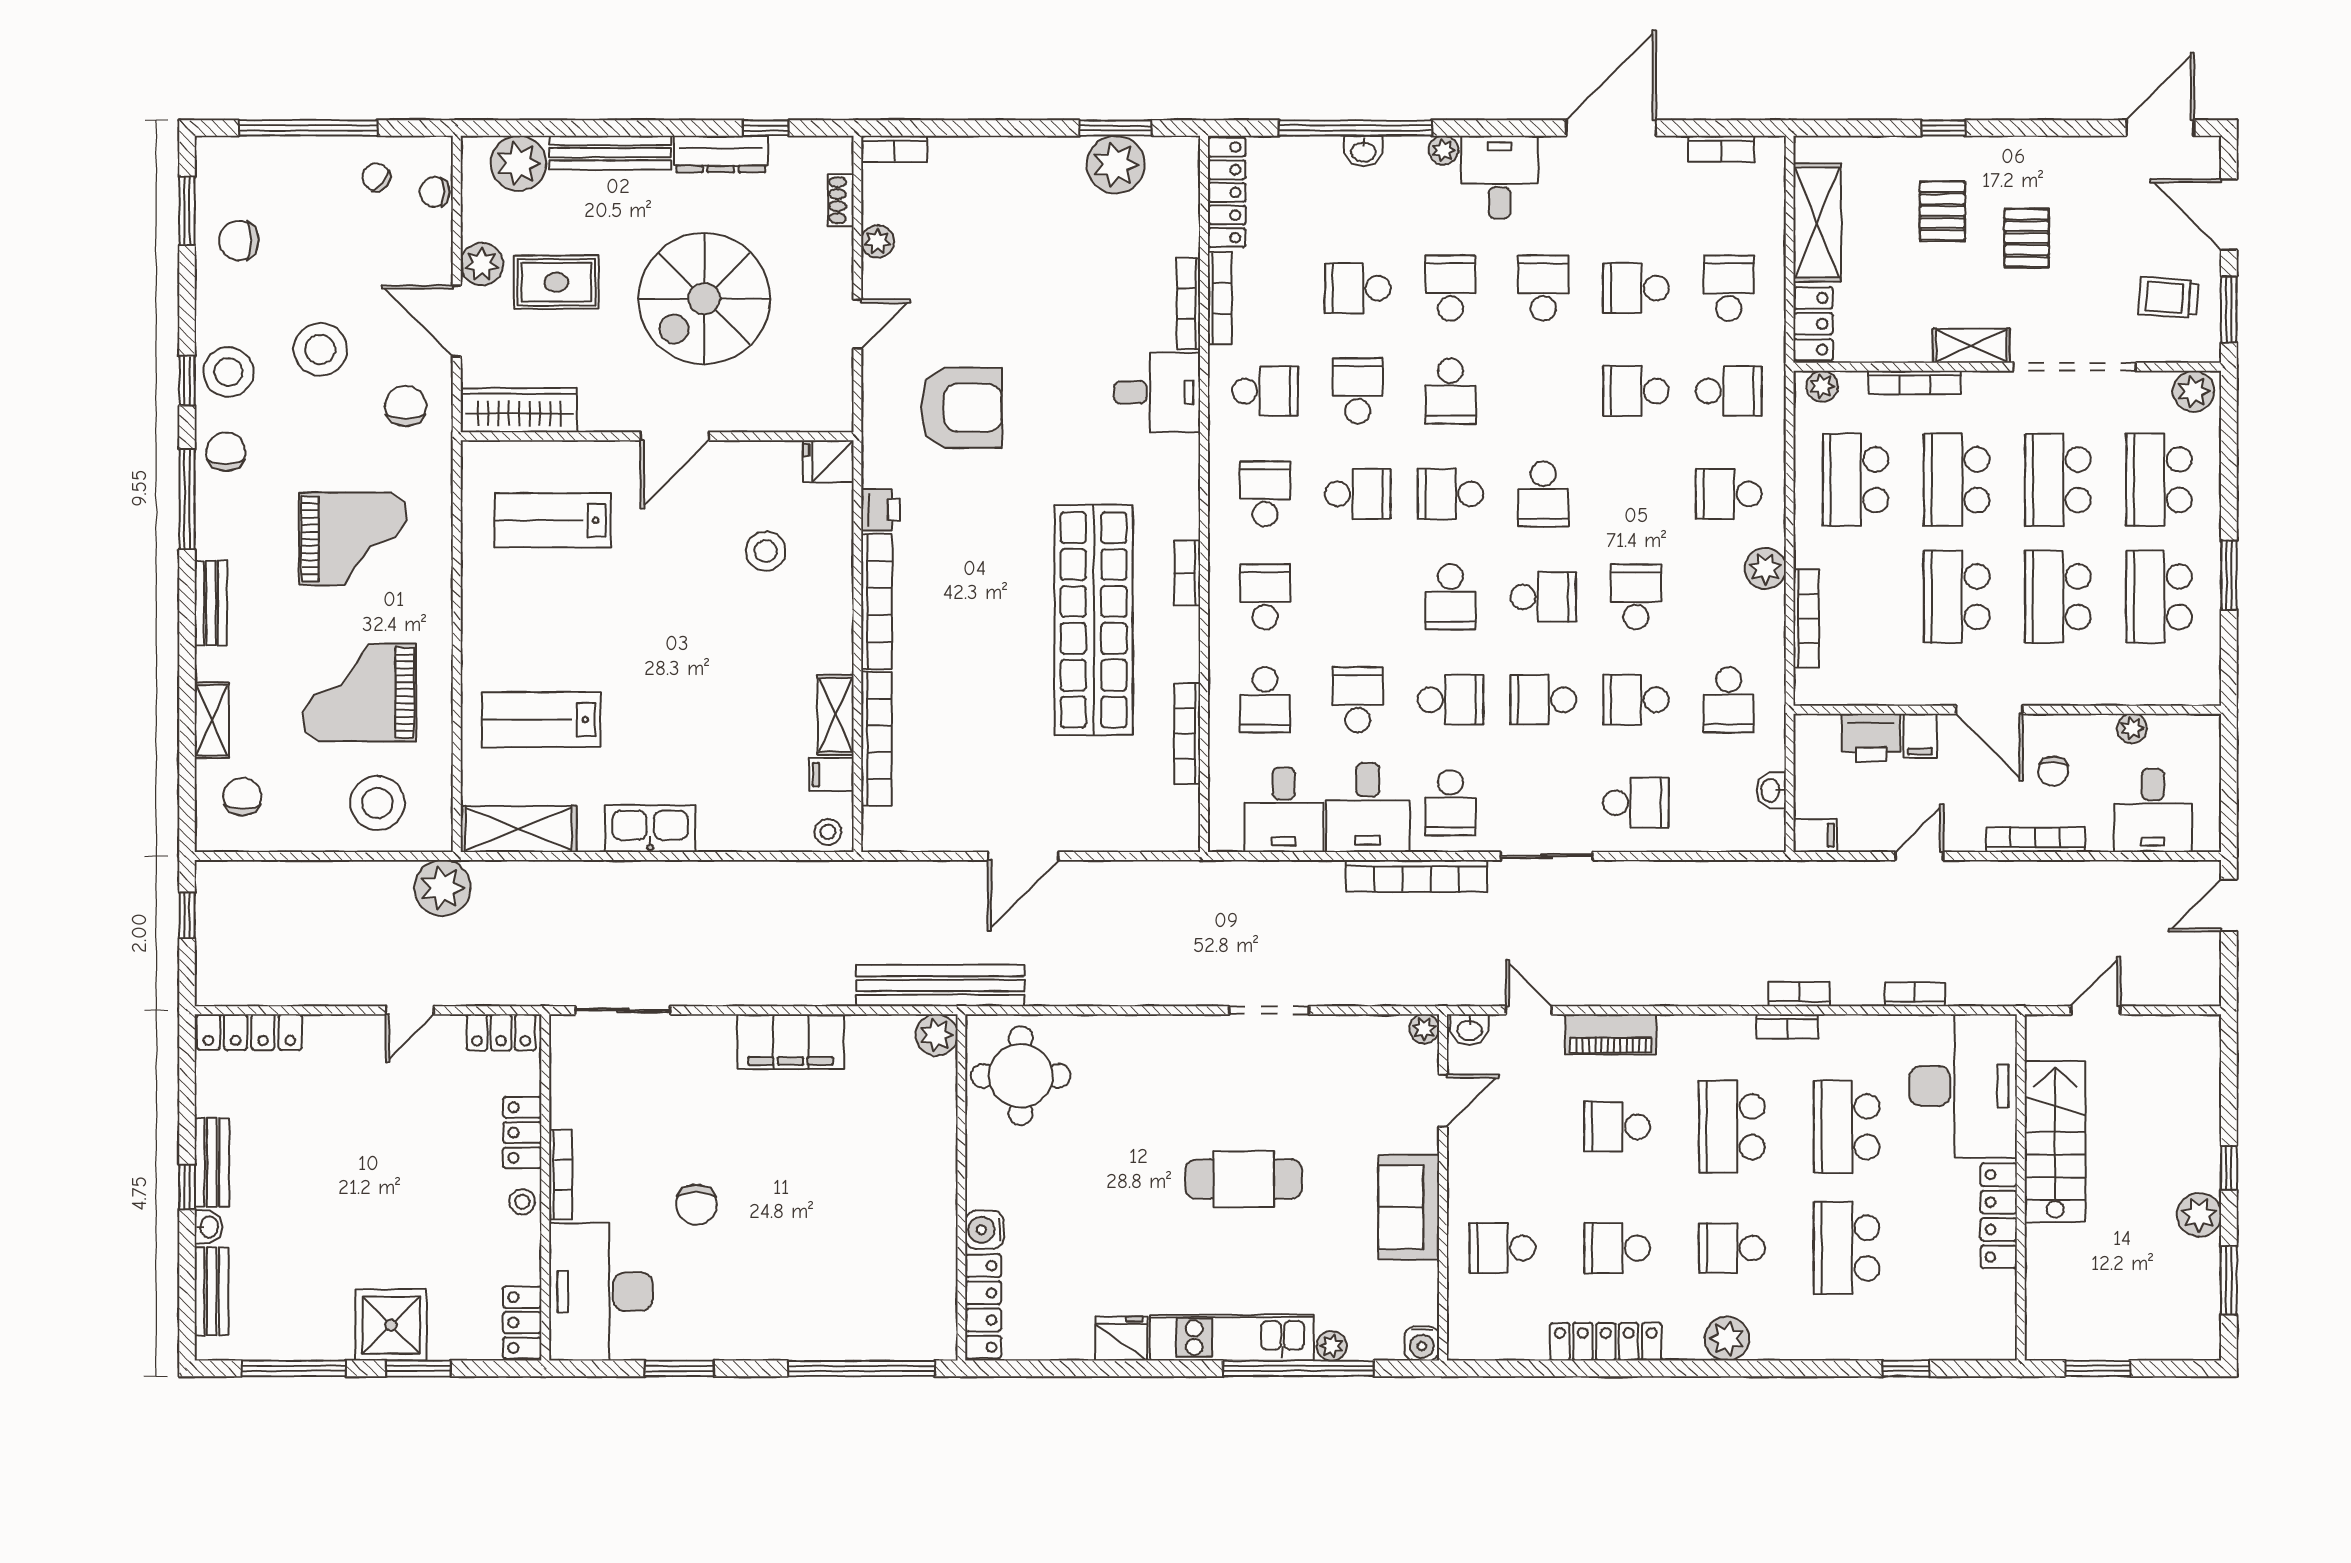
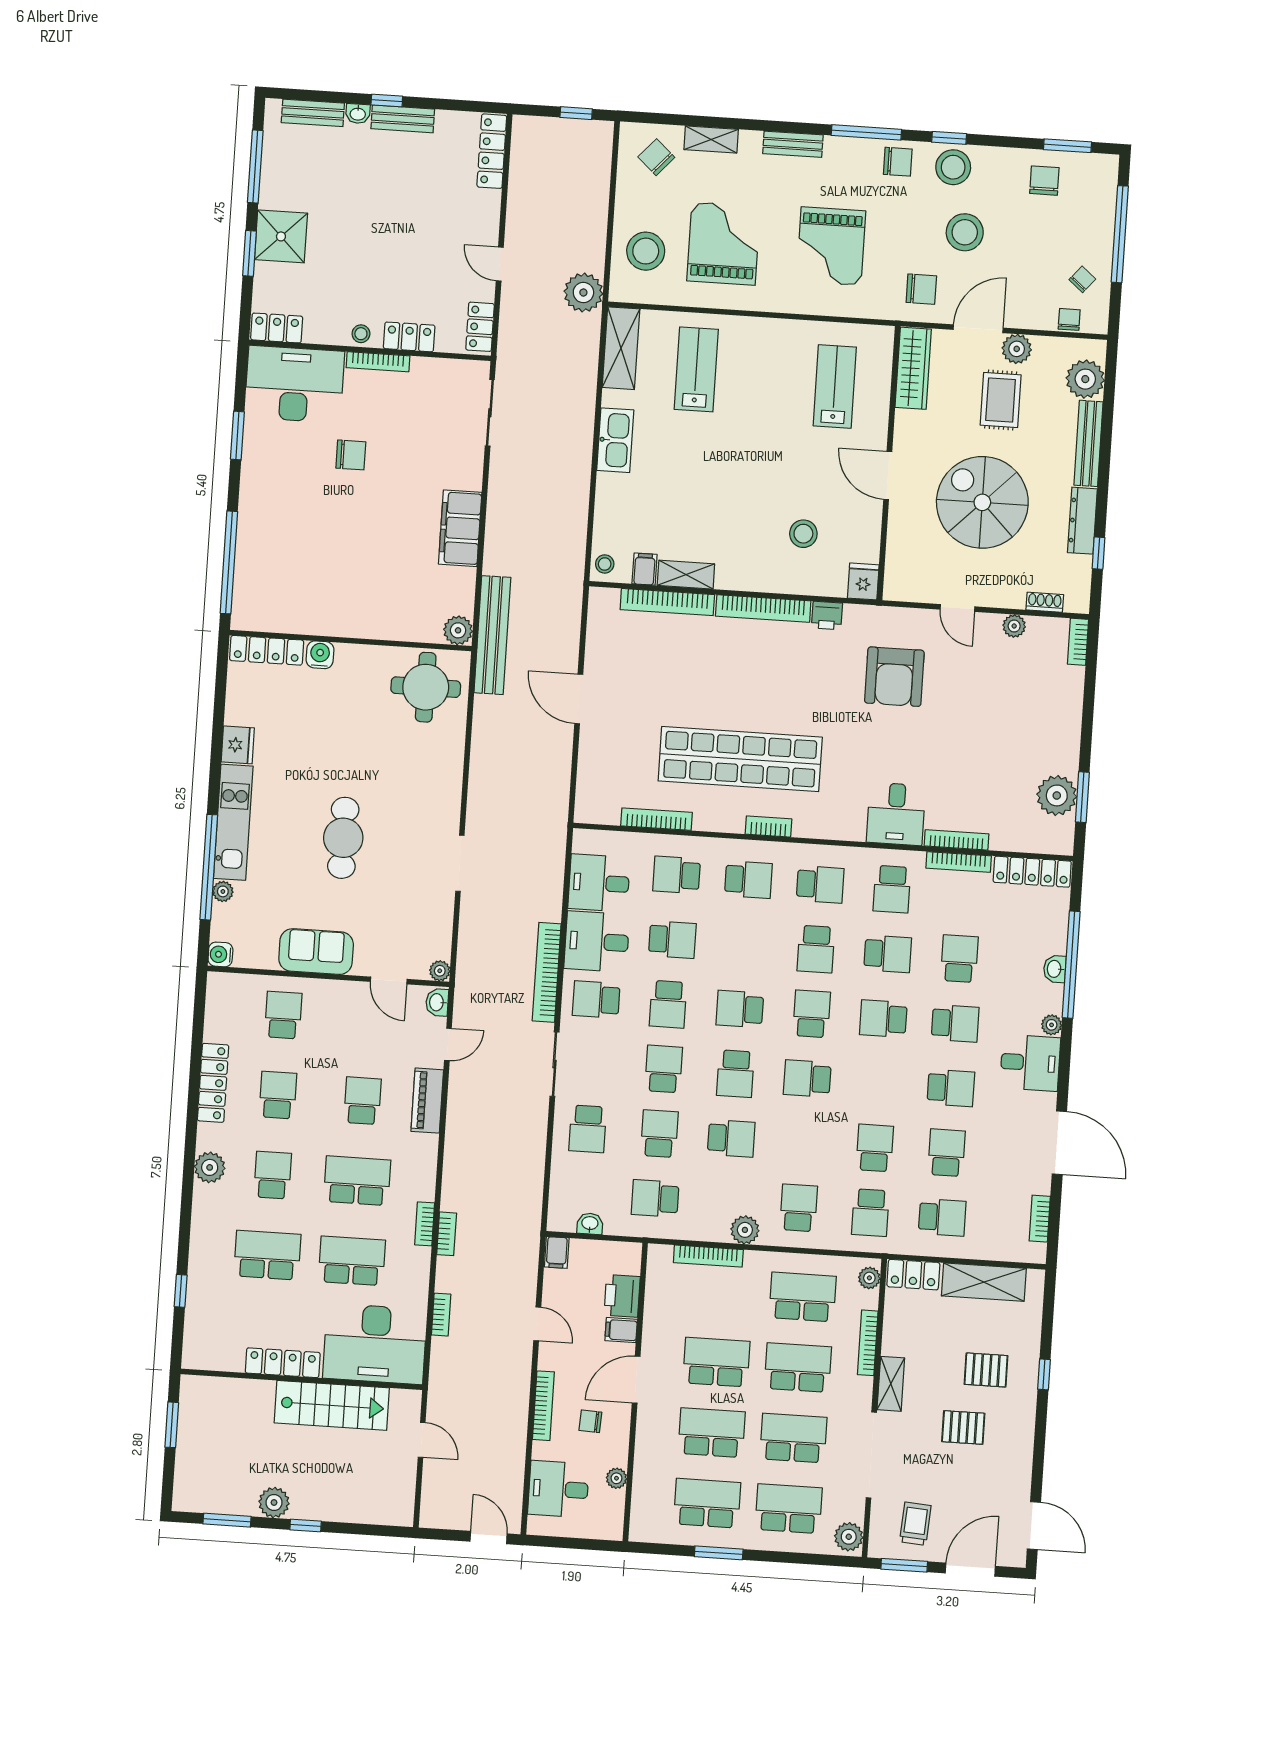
chair: (242, 797) -> (656, 157), turned -138
chair: (696, 1205) -> (351, 455), turned 180

